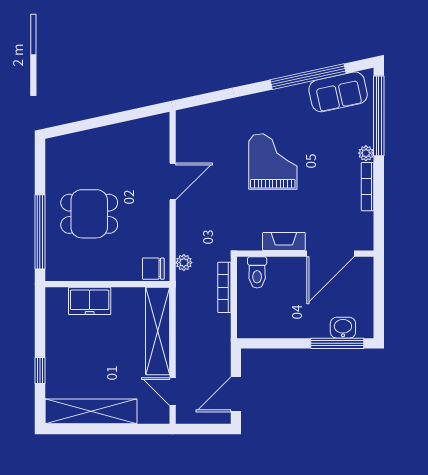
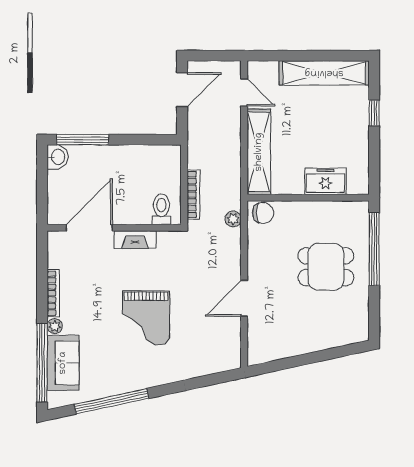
sofa: (338, 92) -> (63, 363), moved, turned 102
washbasin: (343, 328) -> (57, 157), moved, turned -90

